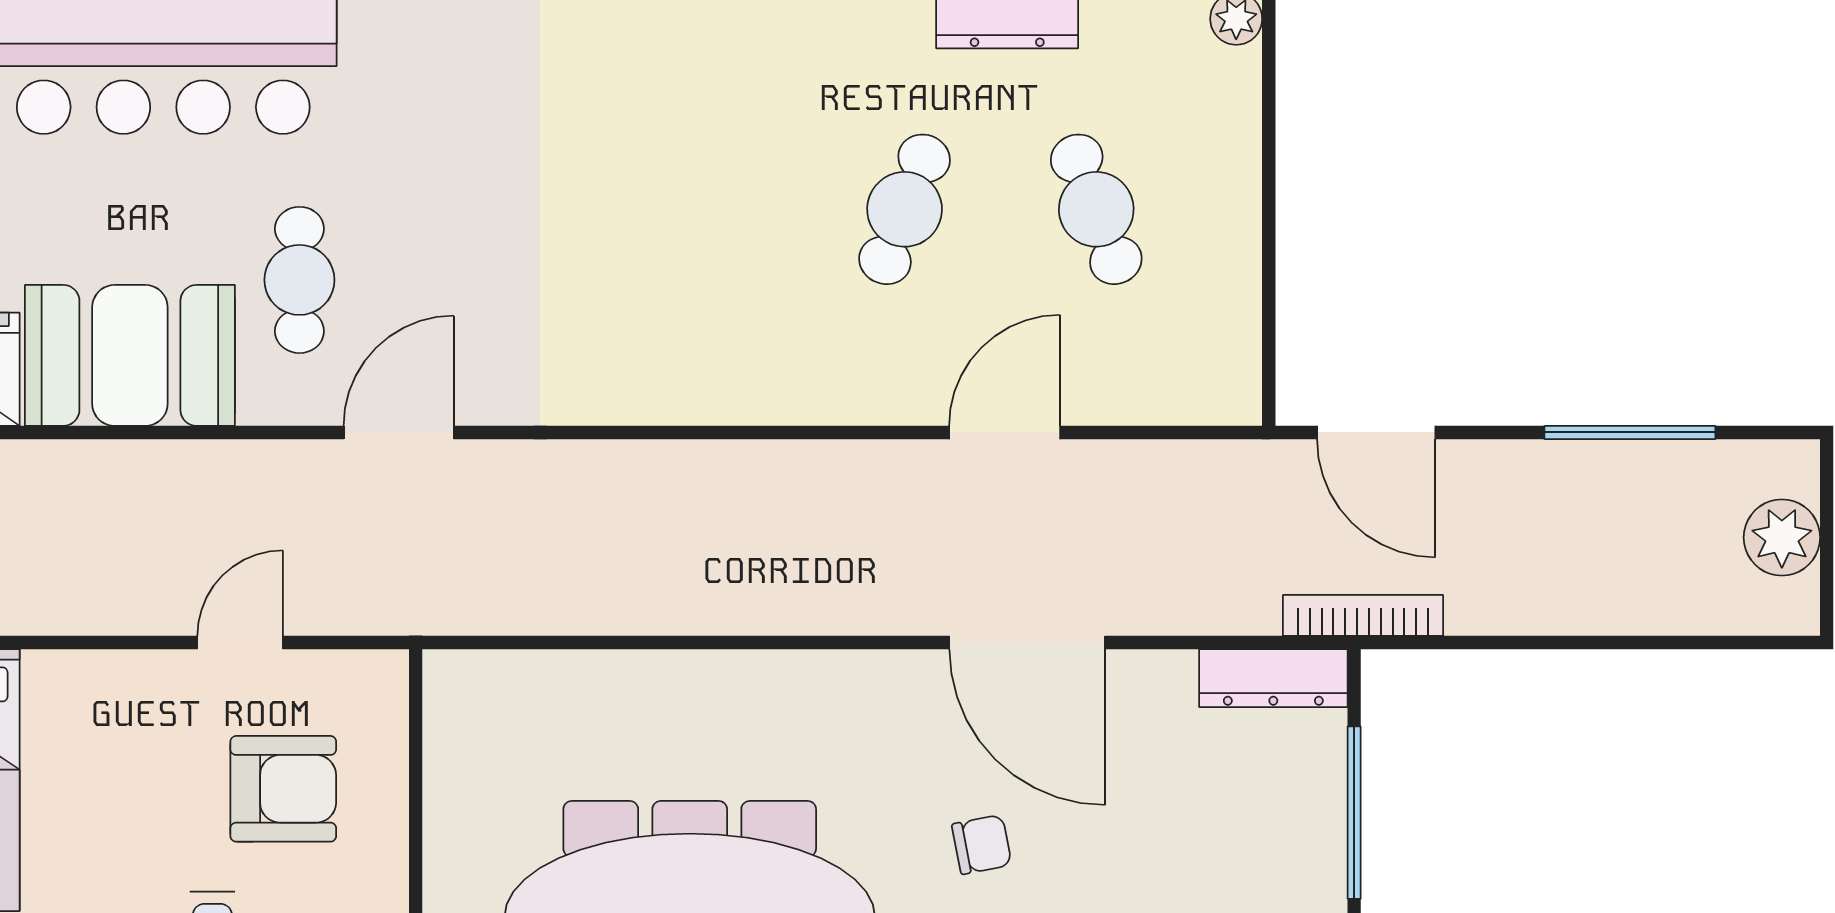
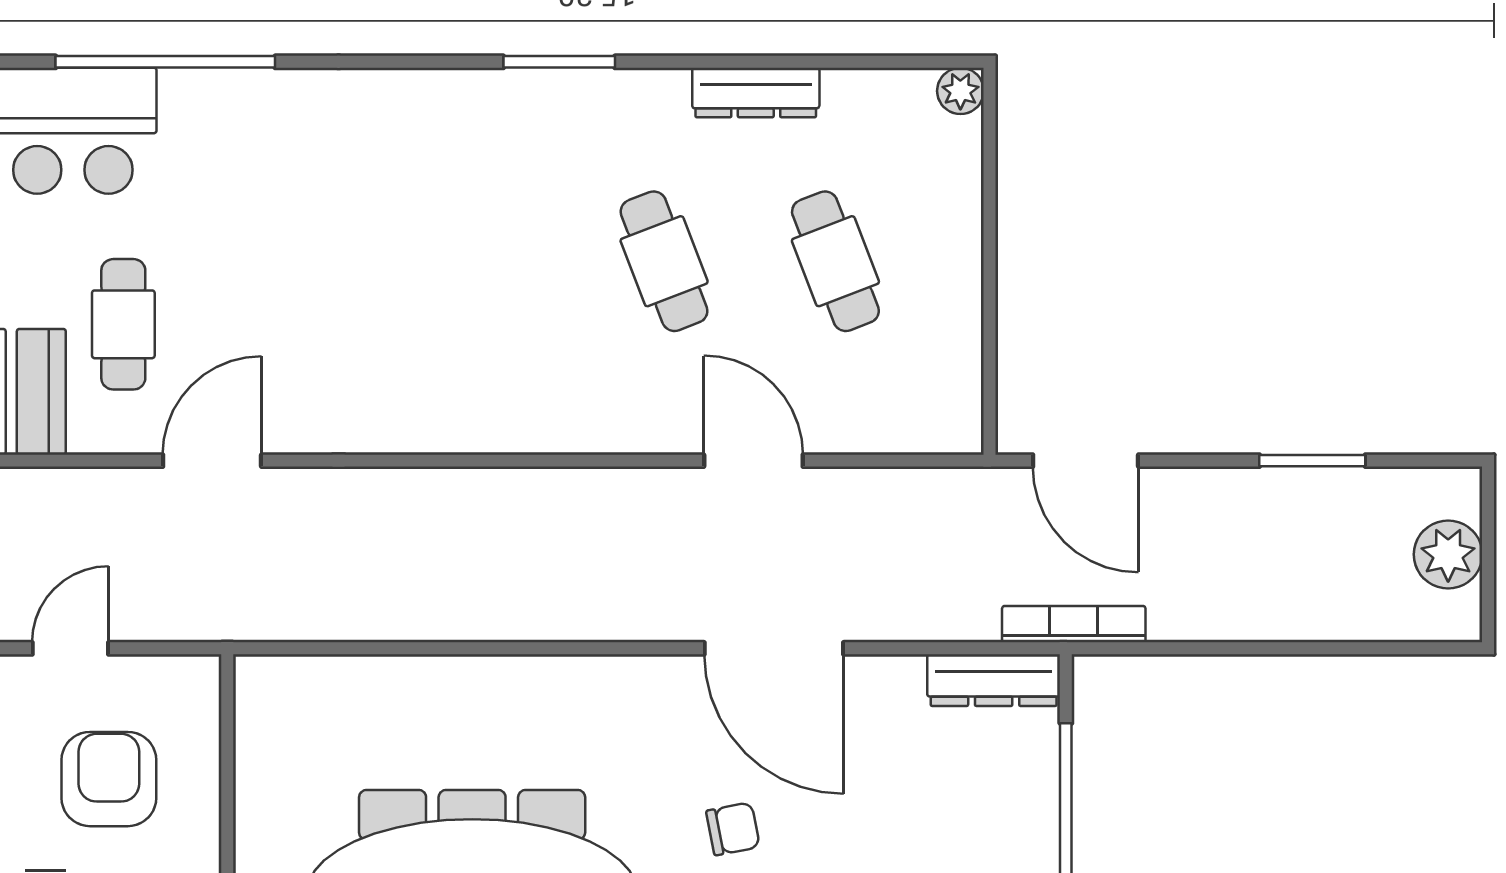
cafe table: (905, 209) -> (664, 261), turned -42
door: (1005, 432) -> (753, 461), hinge flipped
window: (1630, 432) -> (1312, 461), width x0.69
armchair: (283, 789) -> (109, 779), turned -90

